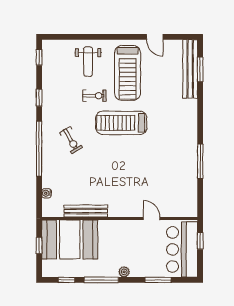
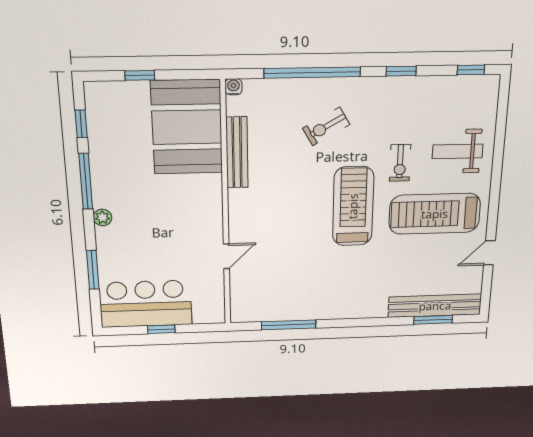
bench: (86, 211) -> (237, 153), moved
wall: (120, 218) -> (225, 207), moved
door: (152, 218) -> (226, 256), moved
booth: (70, 239) -> (187, 127), moved

